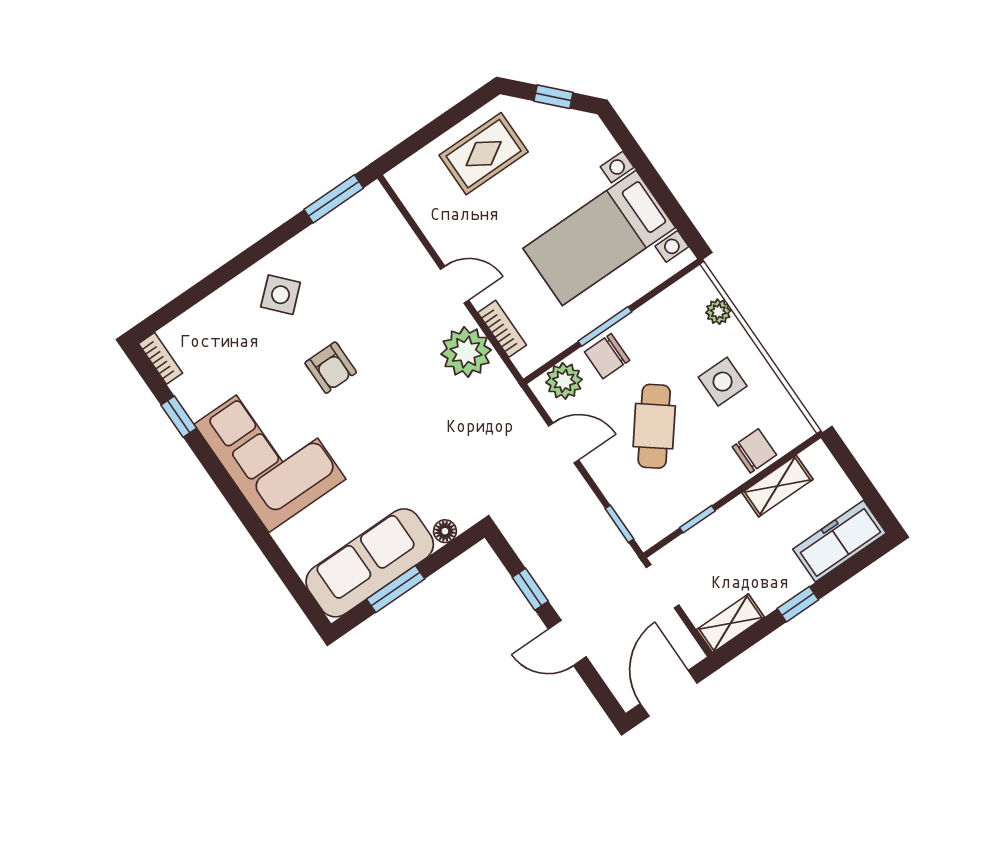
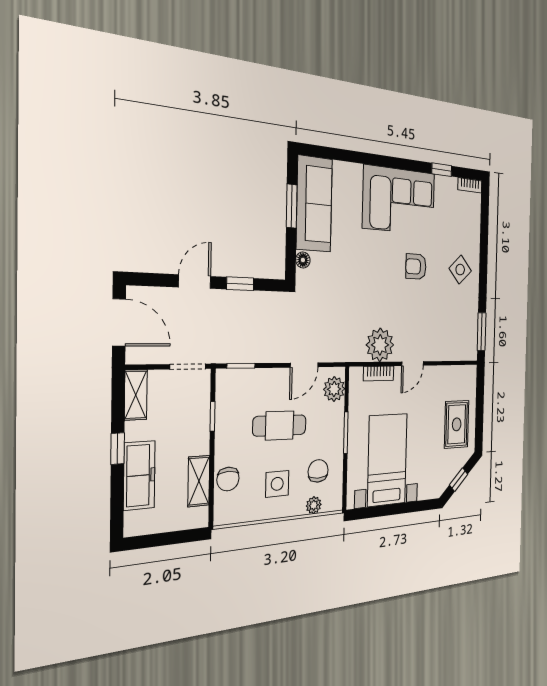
chair: (607, 356) -> (318, 471), moved
cafe table: (654, 426) -> (280, 426), turned -37
freezer: (840, 541) -> (139, 475), moved

